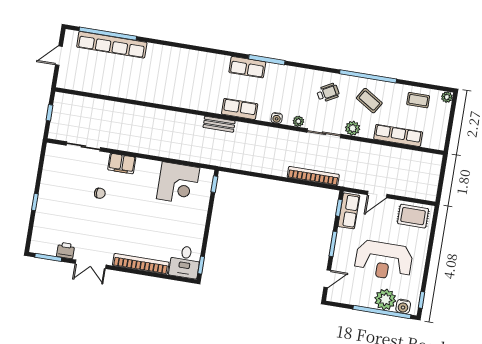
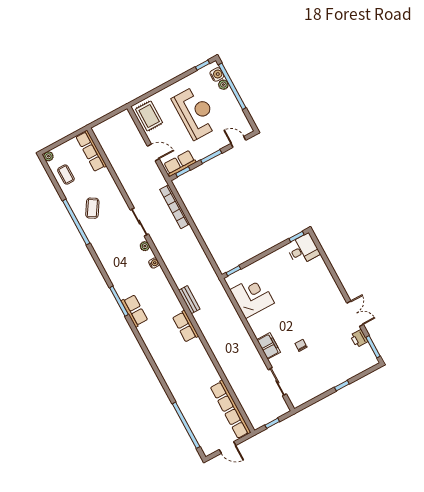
row of seats: (112, 45) -> (230, 410), moved, turned 180
wheelchair: (328, 93) -> (109, 241), removed
row of seats: (240, 109) -> (185, 326), moved
plant: (353, 128) -> (121, 205), removed
row of seats: (398, 135) -> (91, 151), moved
bookcase: (141, 264) -> (328, 279), removed
plant: (385, 299) -> (223, 85), width x0.53, depth x0.53

